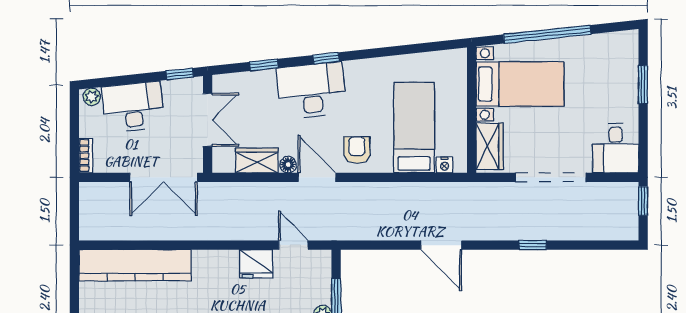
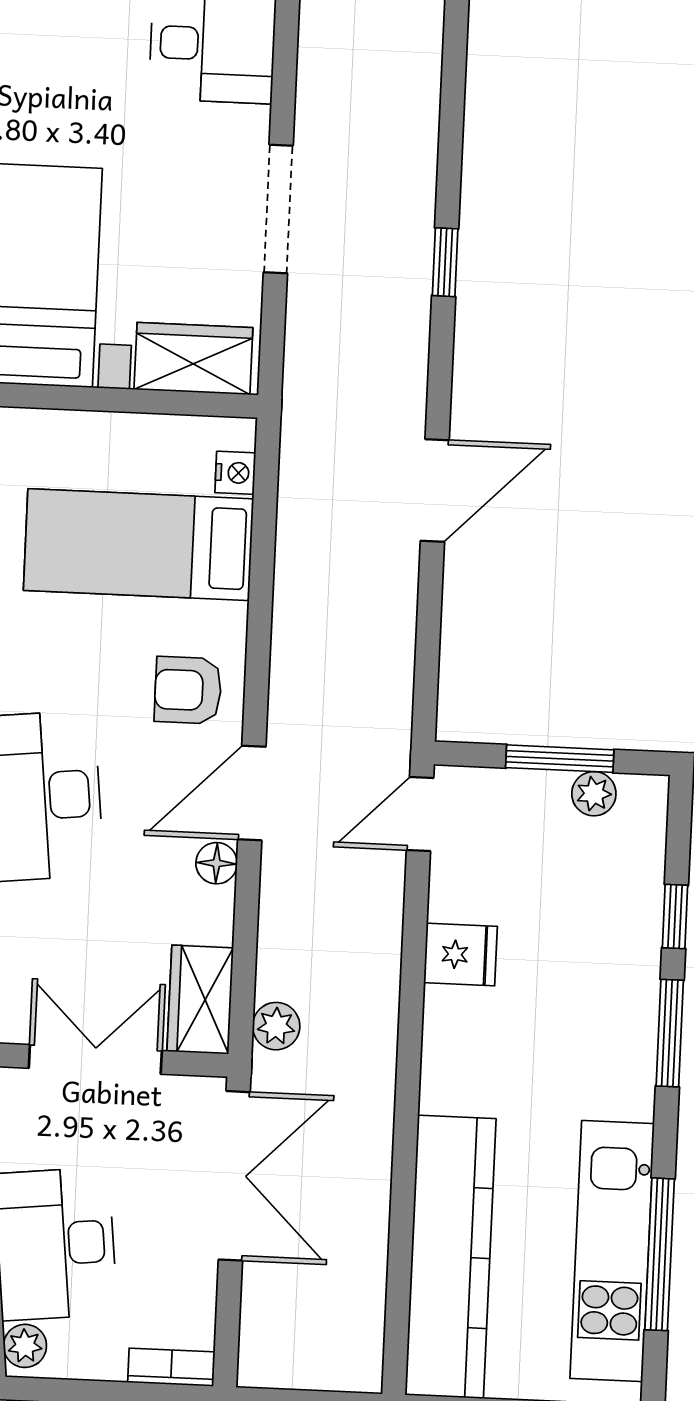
wardrobe: (257, 160) -> (200, 1000), moved
doorway: (551, 177) -> (278, 209), width x0.73
plant: (224, 191) -> (276, 1026), added
door: (293, 245) -> (420, 814), moved
fridge: (256, 264) -> (461, 955), width x0.72

